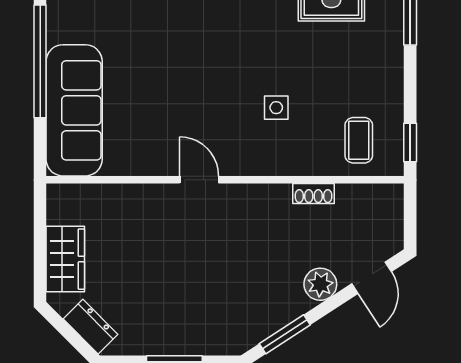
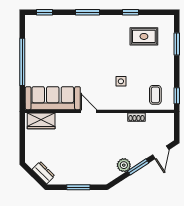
sofa: (74, 110) -> (53, 98), moved, turned -90
wardrobe: (65, 259) -> (41, 121), moved, turned 90
plant: (320, 284) -> (124, 165), moved
window: (285, 334) -> (138, 167), moved

